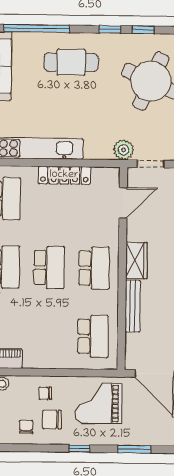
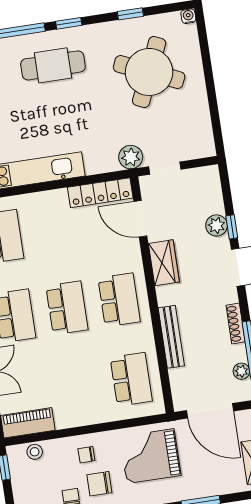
window: (110, 29) -> (69, 23), moved
locker: (64, 175) -> (100, 193), moved
door: (123, 203) -> (140, 219), swing flipped
wardrobe: (136, 261) -> (164, 263), moved

